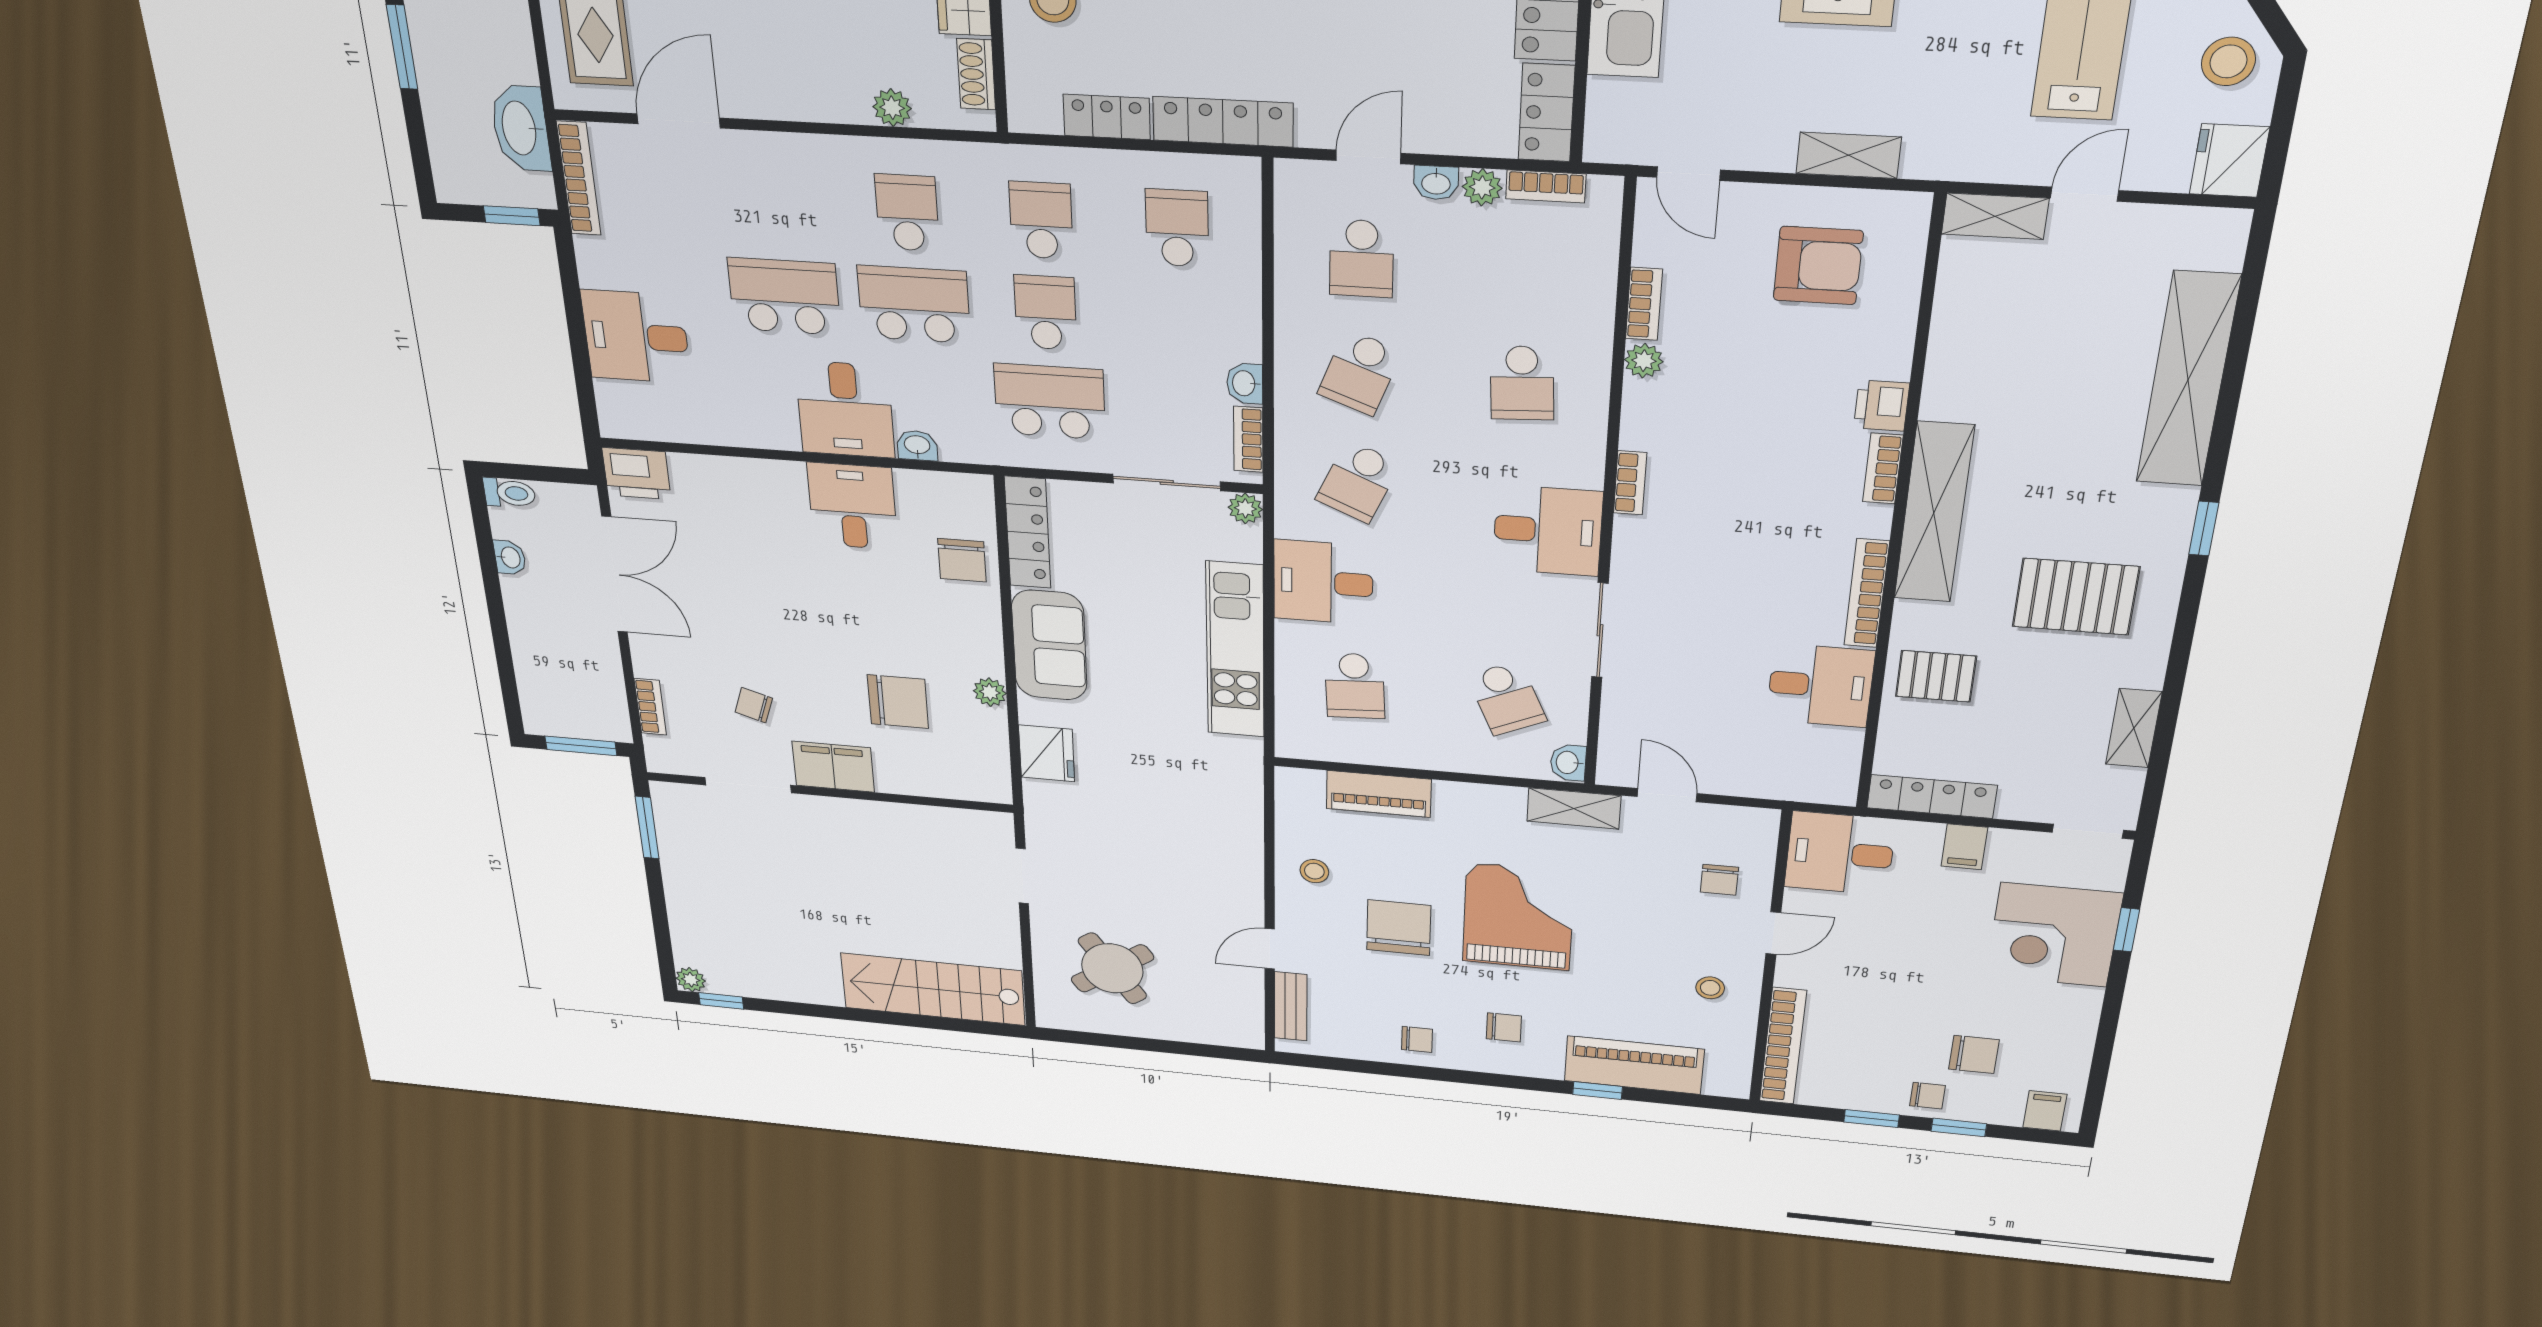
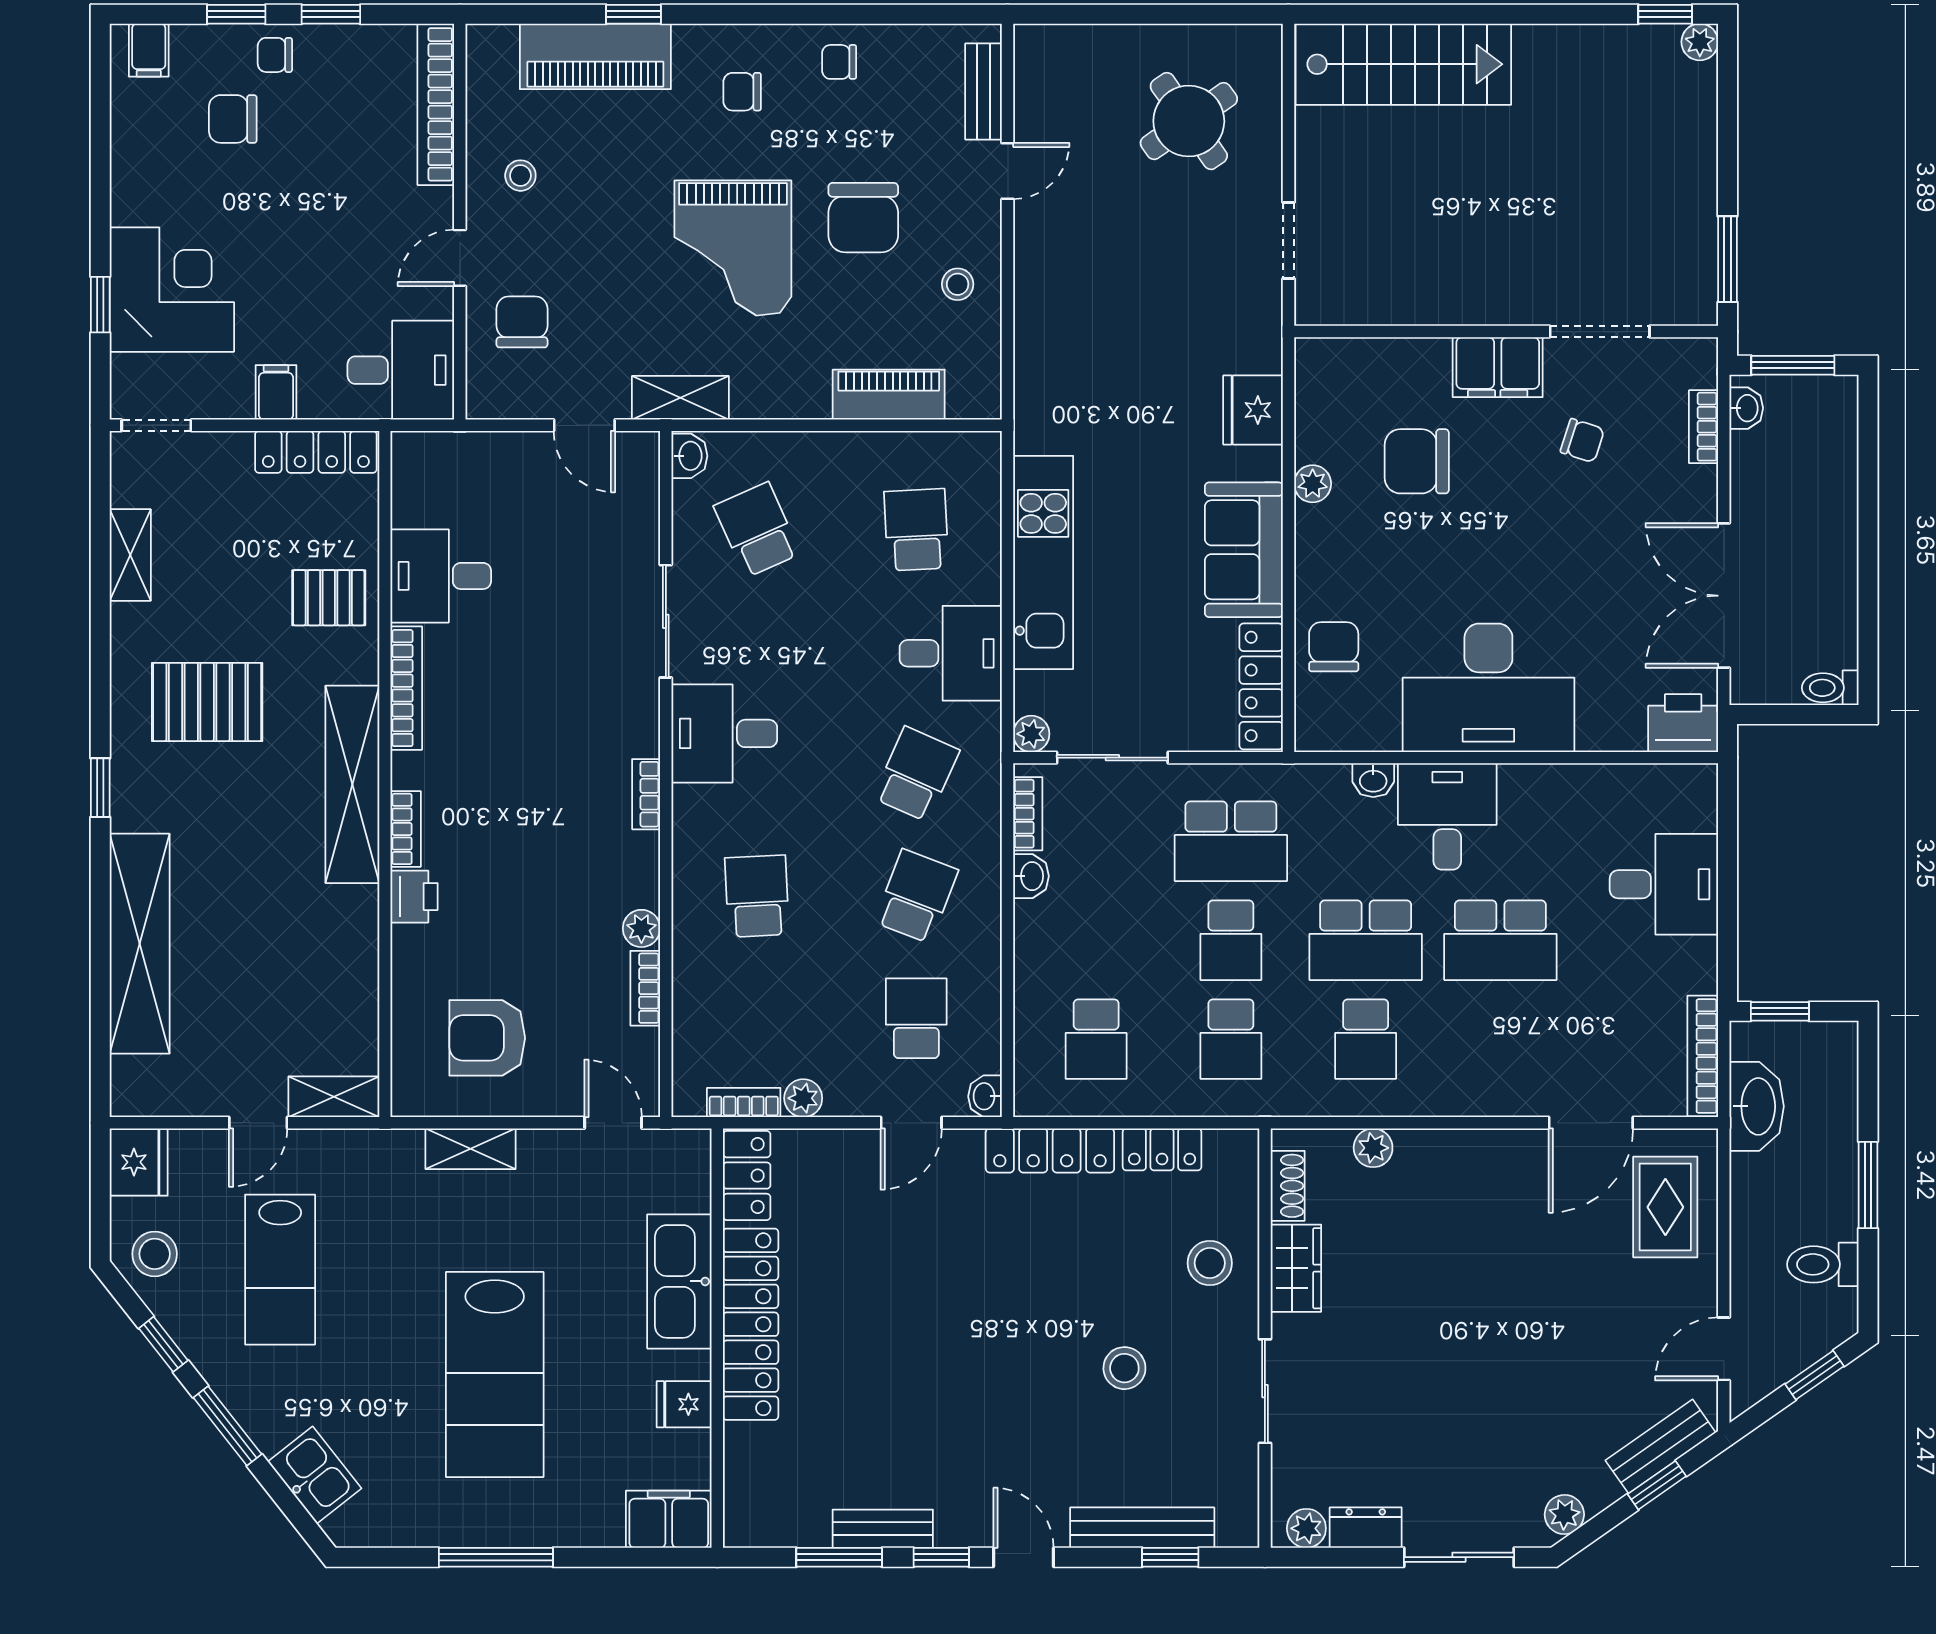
washbasin: (1436, 183) -> (985, 1096), moved, turned -90
desk: (852, 506) -> (1488, 688), width x1.87, depth x1.30
washbasin: (510, 557) -> (1746, 408), moved, turned 180
chair: (1719, 880) -> (522, 322), width x1.37, depth x1.37

